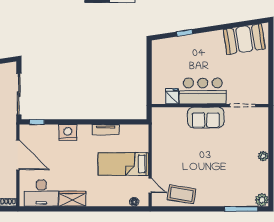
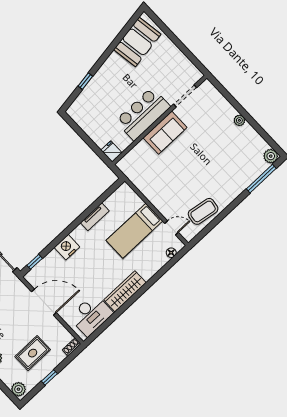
fridge: (172, 96) -> (111, 151), moved
wardrobe: (72, 199) -> (125, 291), width x1.50

